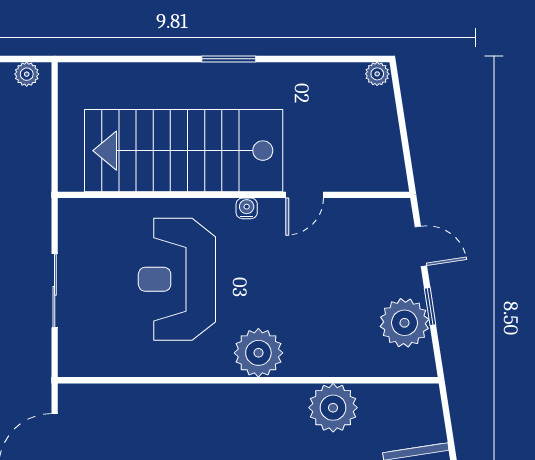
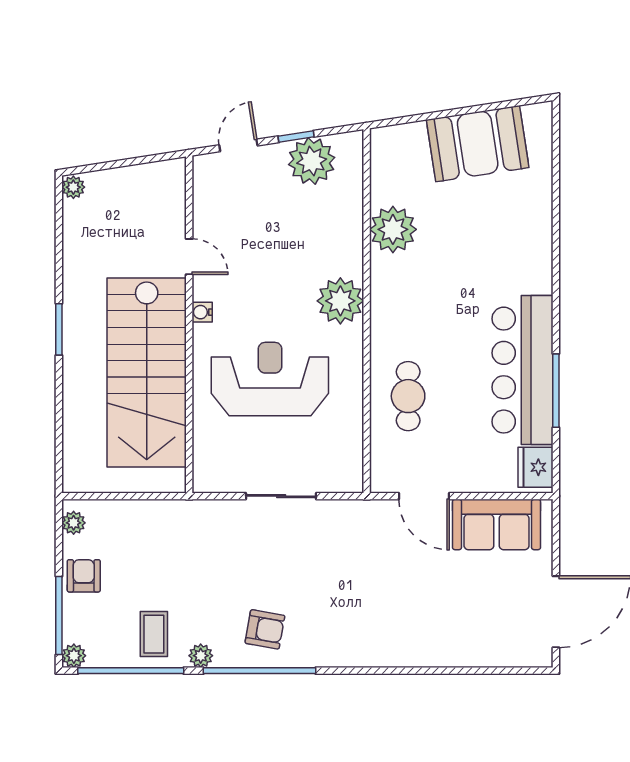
reception desk: (177, 279) -> (270, 379), turned 180
cafe table: (159, 424) -> (408, 396), added

